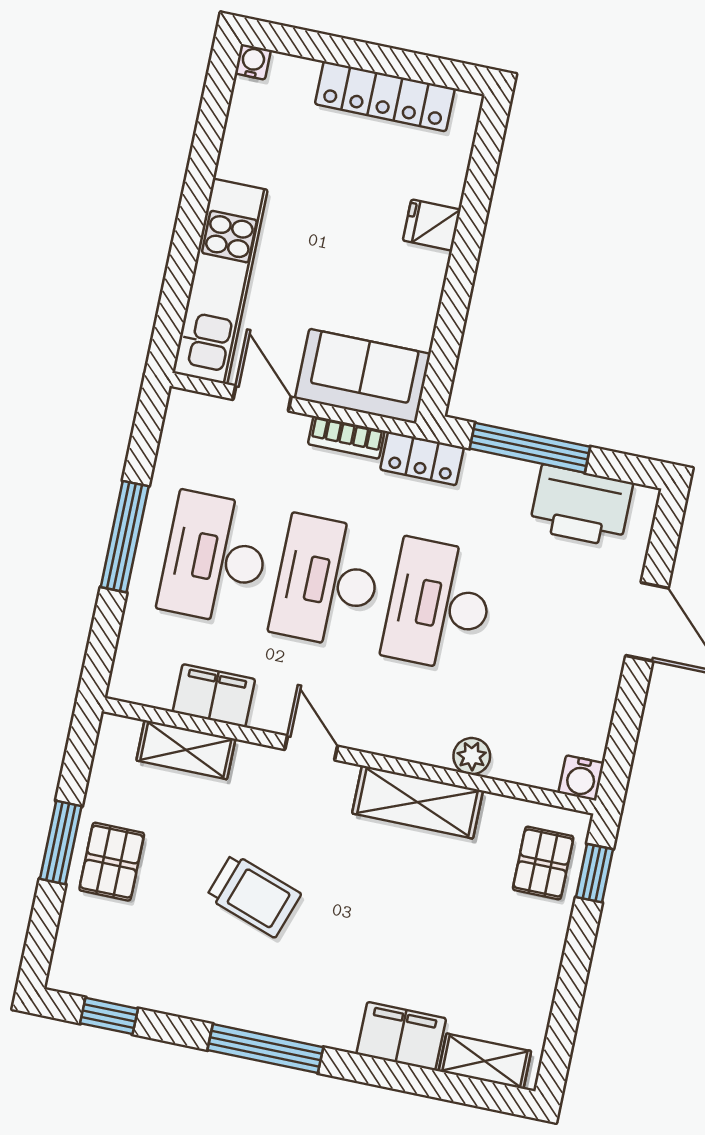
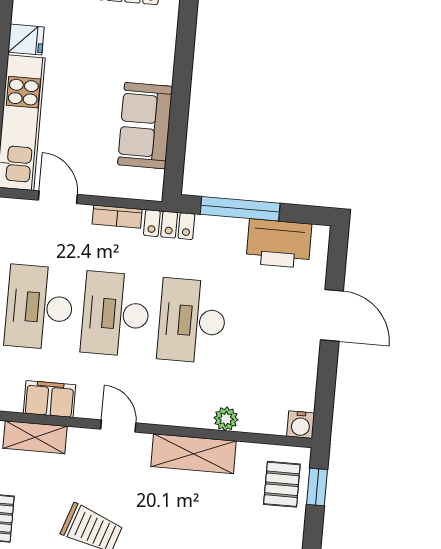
fridge: (432, 225) -> (26, 40), moved, turned 180
sofa: (363, 376) -> (145, 126), moved, turned -90

